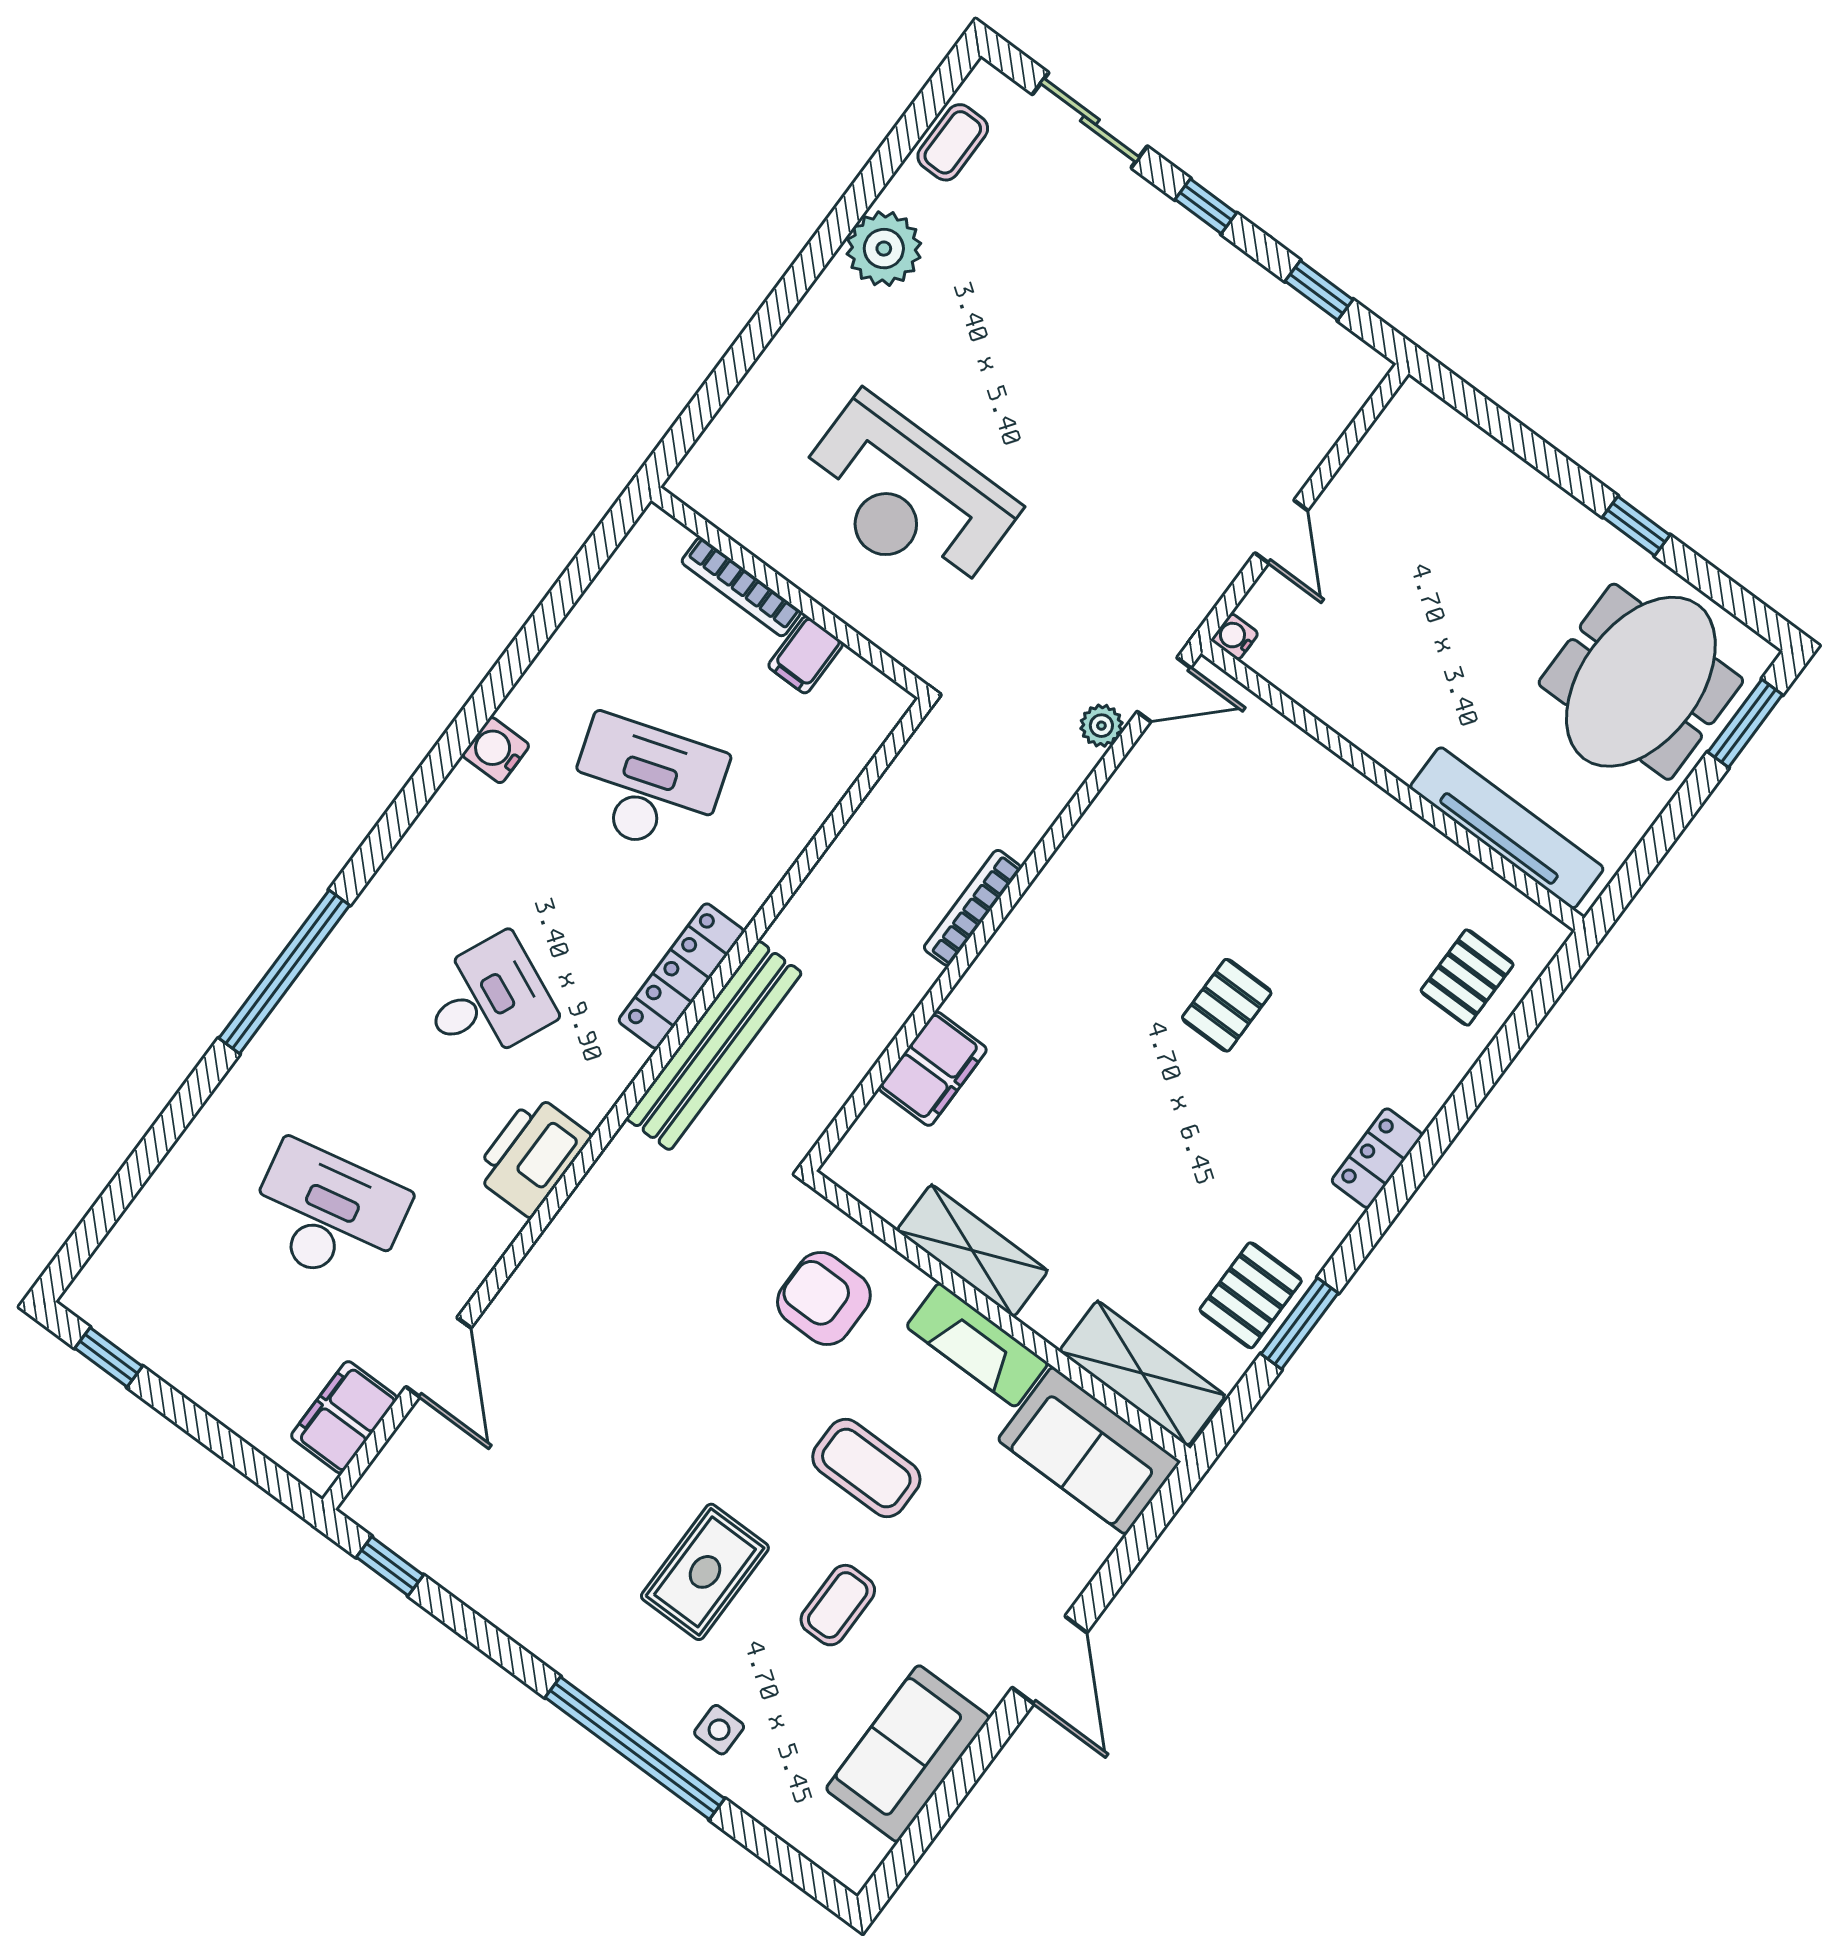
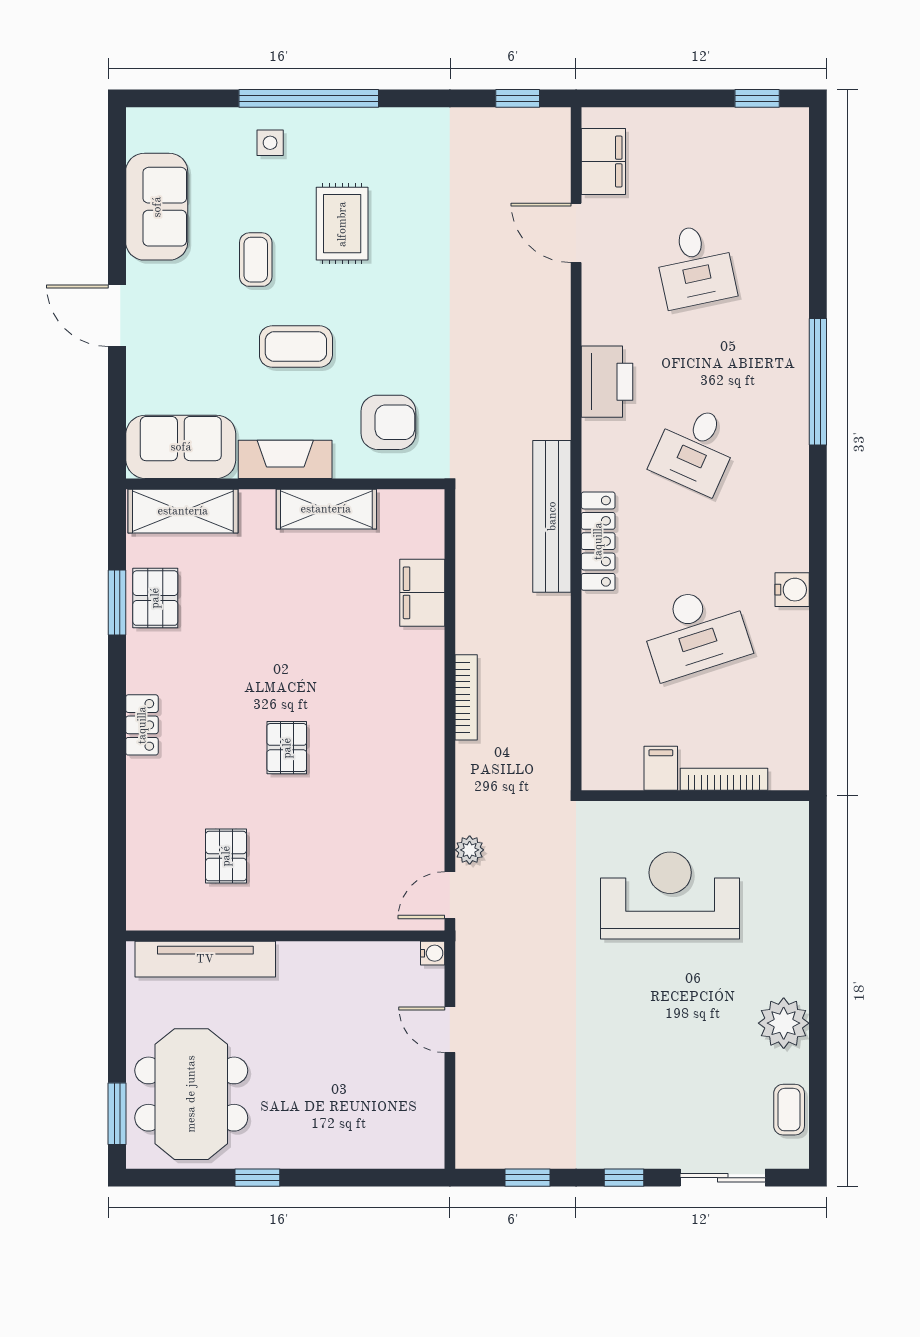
pallet: (1467, 978) -> (226, 856), moved
desk: (327, 1215) -> (695, 266), width x0.73

